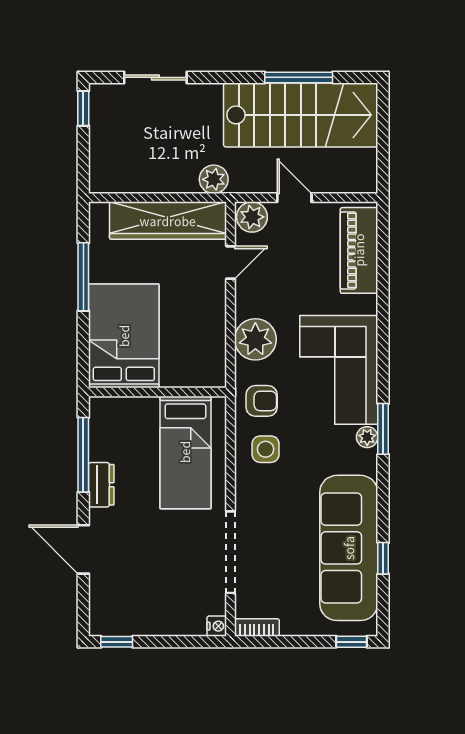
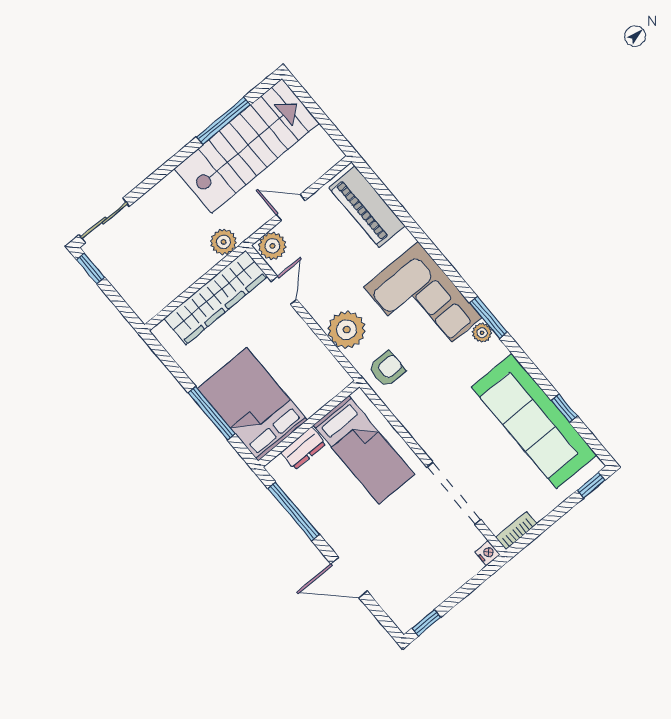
sliding door: (155, 77) -> (104, 220), moved
window: (83, 277) -> (212, 413), moved
side table: (266, 449) -> (418, 401), removed
dresser: (101, 485) -> (303, 448), moved, turned 90

